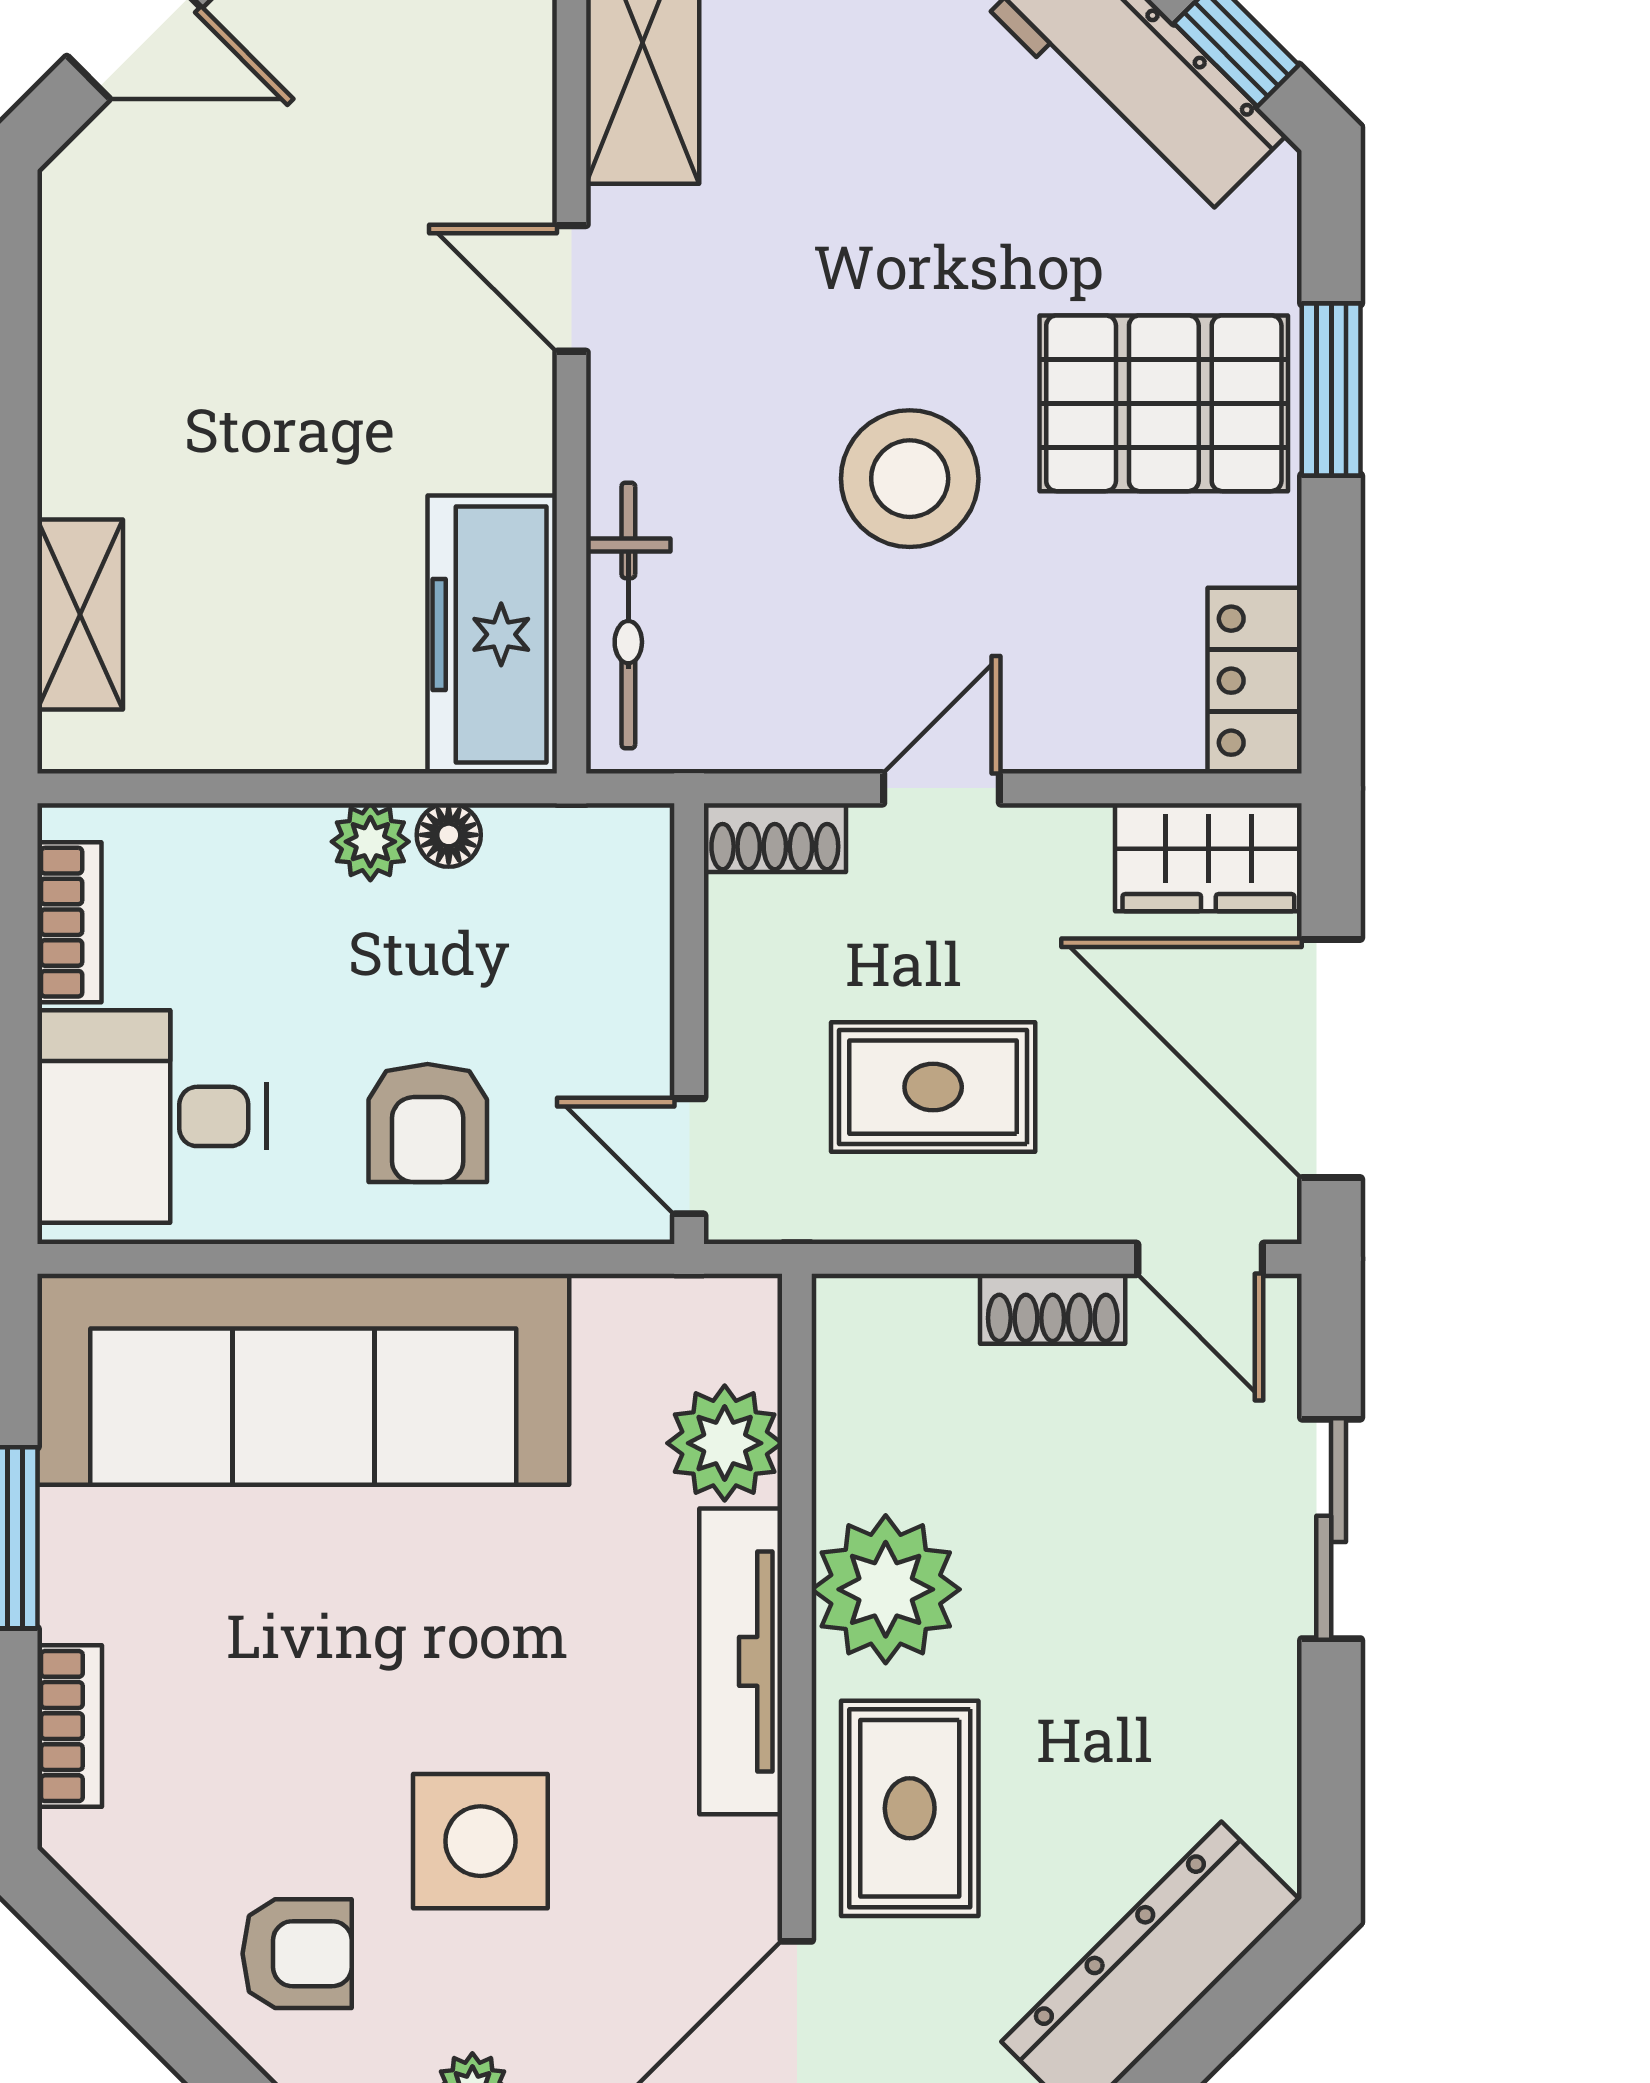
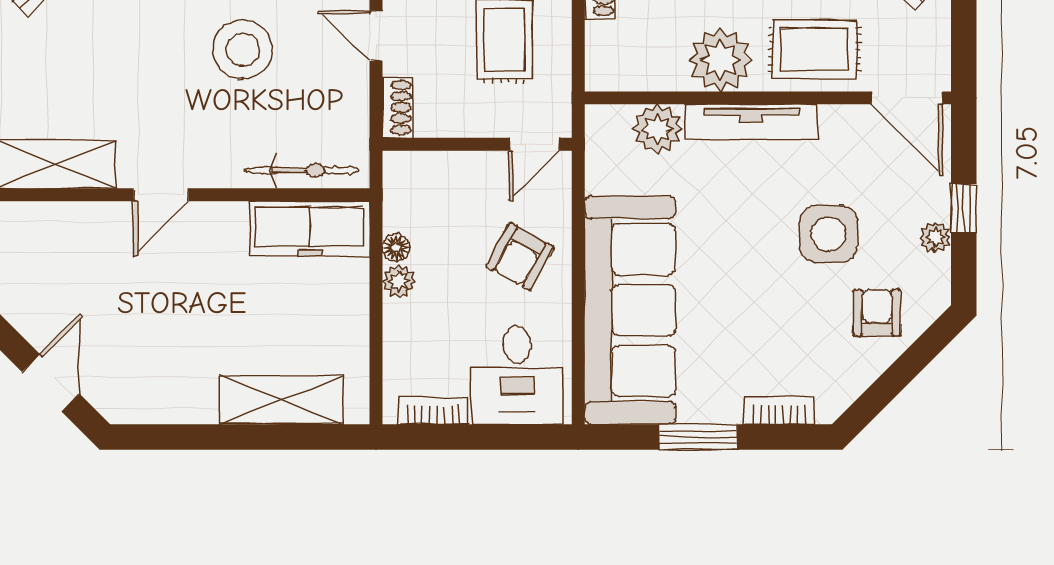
shelving: (80, 614) -> (281, 400), width x1.50, depth x1.33
armchair: (428, 1123) -> (520, 257), turned 119

